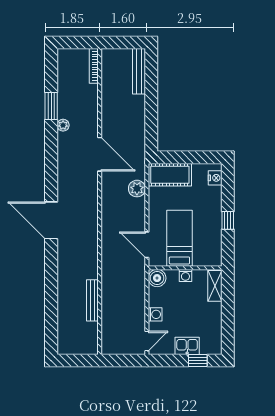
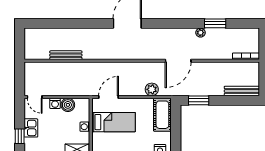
window: (151, 128) -> (199, 100), added
boiler: (157, 278) -> (68, 105), moved

